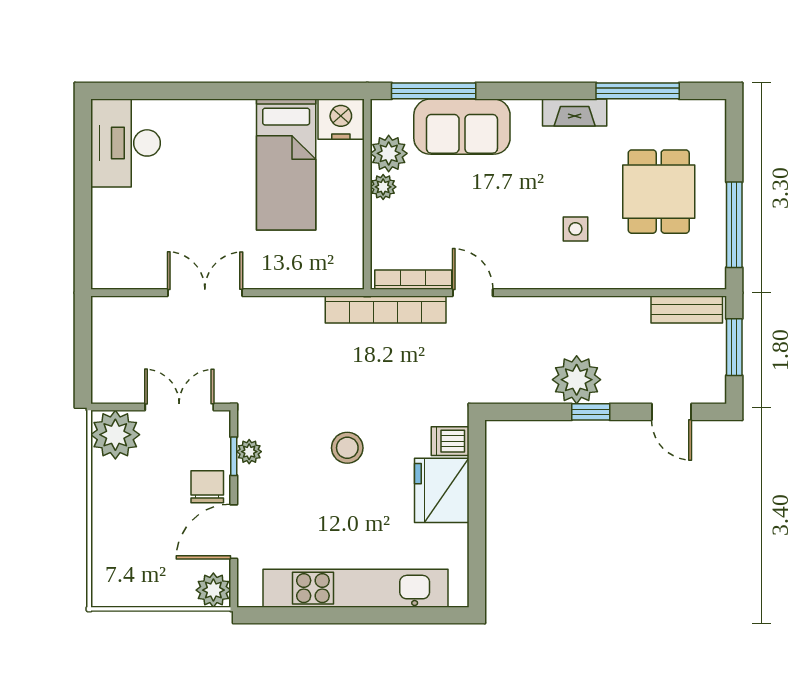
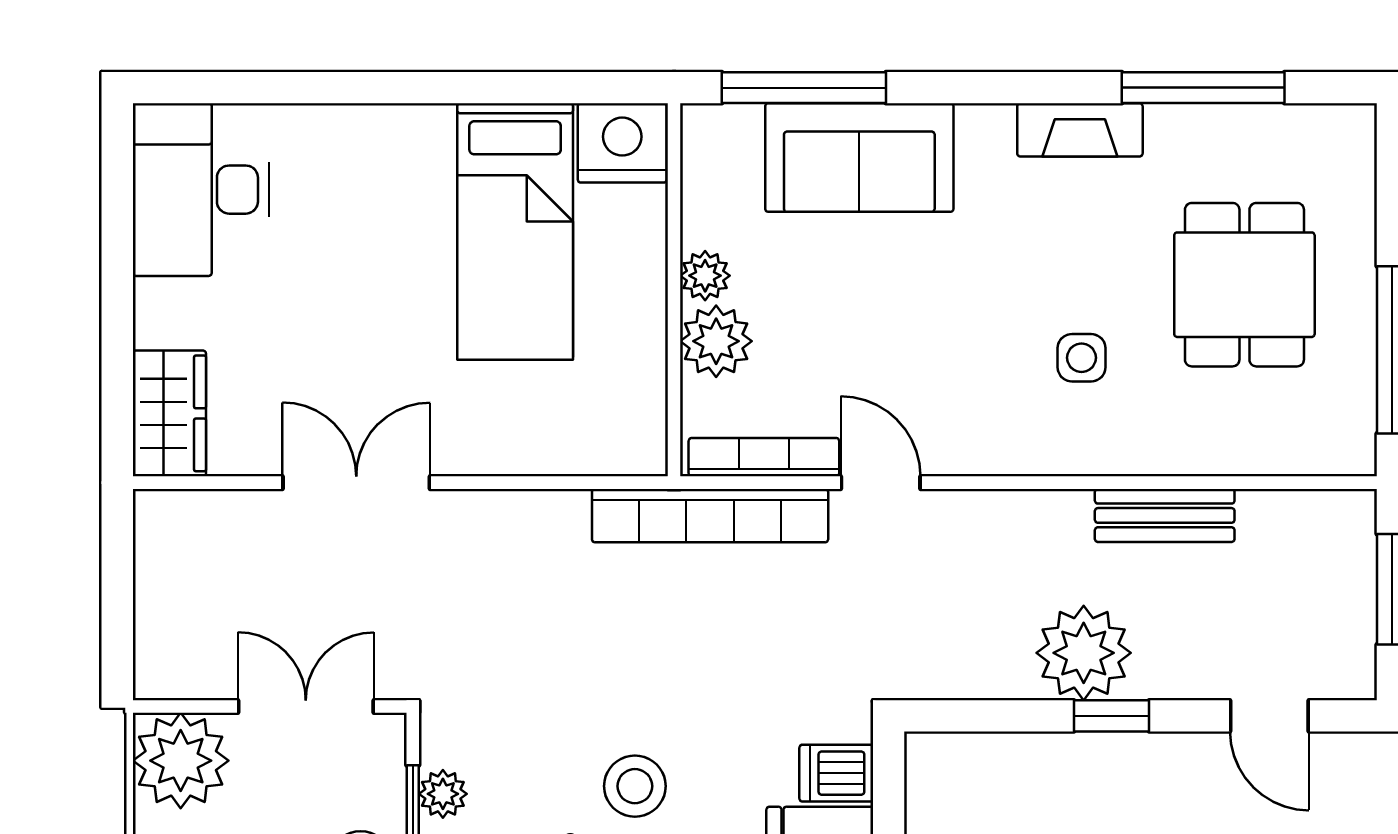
plant: (389, 153) -> (716, 341), moved
wardrobe: (109, 257) -> (169, 413), added
bench: (687, 309) -> (1165, 515), moved

